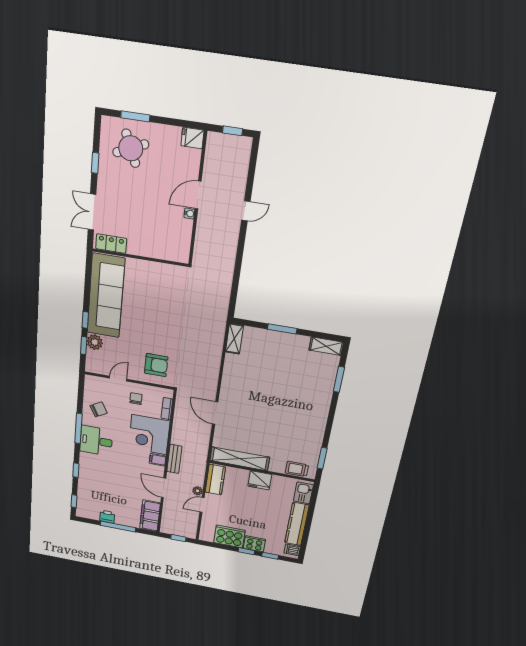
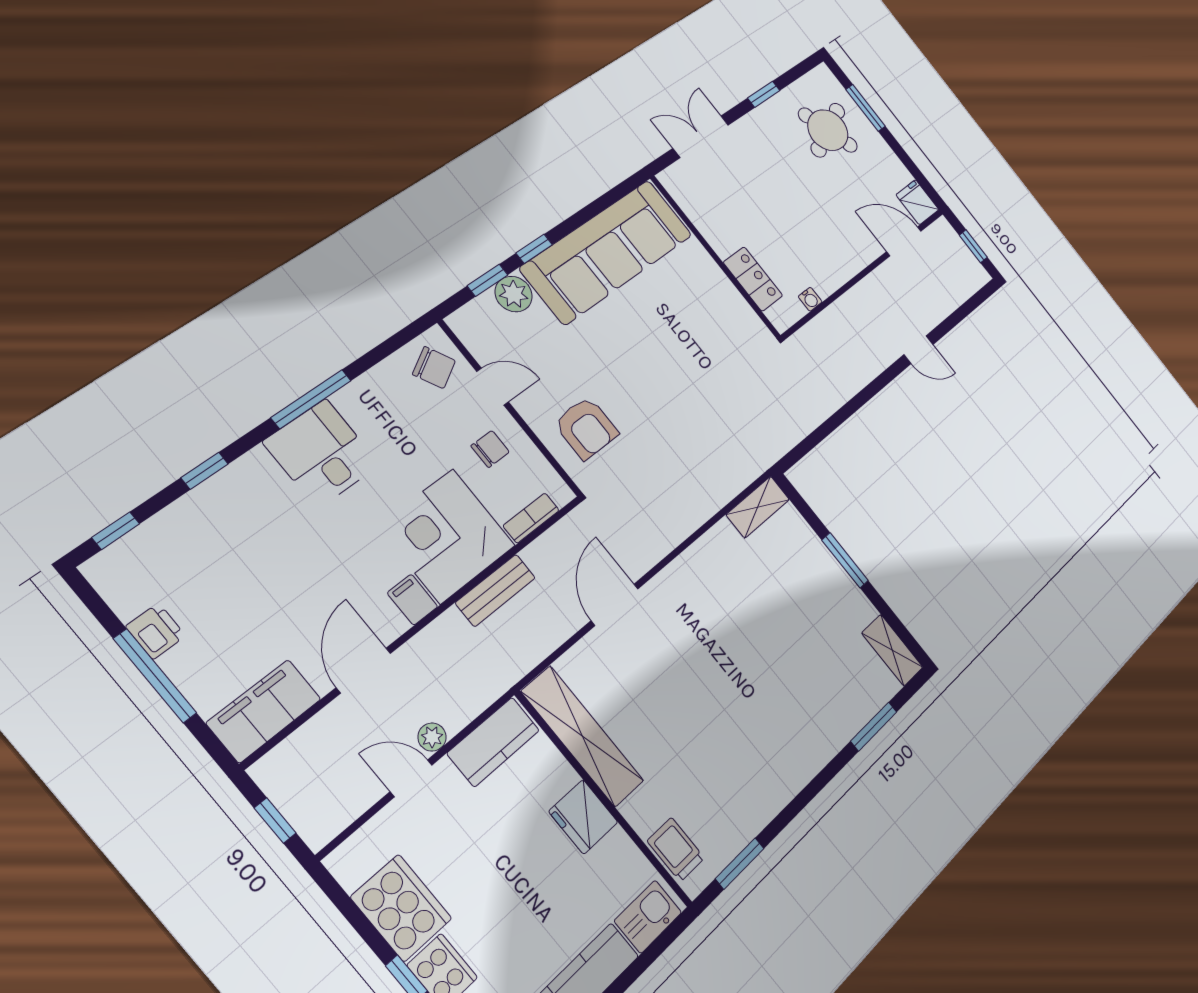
door: (198, 195) -> (904, 241), moved
water cooler: (189, 213) -> (810, 299), moved
locker: (111, 244) -> (753, 279), moved
chair: (99, 409) -> (434, 368), moved
bench: (174, 459) -> (496, 590), moved

